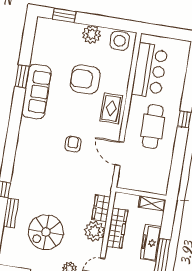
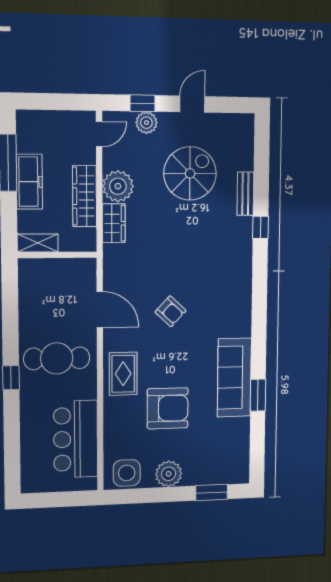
cafe table: (153, 127) -> (57, 358), turned 90
armchair: (73, 144) -> (170, 311), turned -47

